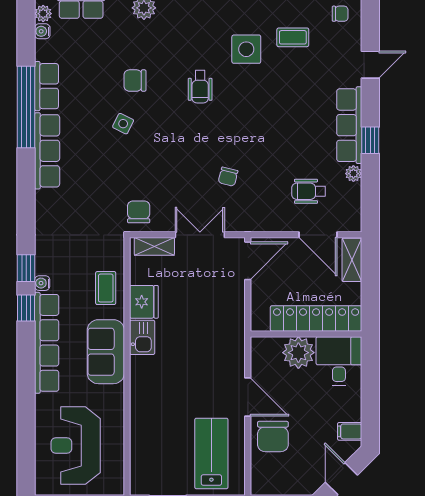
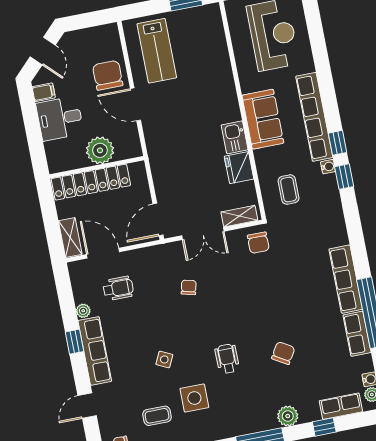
chair: (135, 81) -> (283, 353), turned -59
side table: (123, 124) -> (164, 359), moved
coffee table: (106, 288) -> (289, 190), moved
desk: (339, 361) -> (60, 118), moved, turned 90

